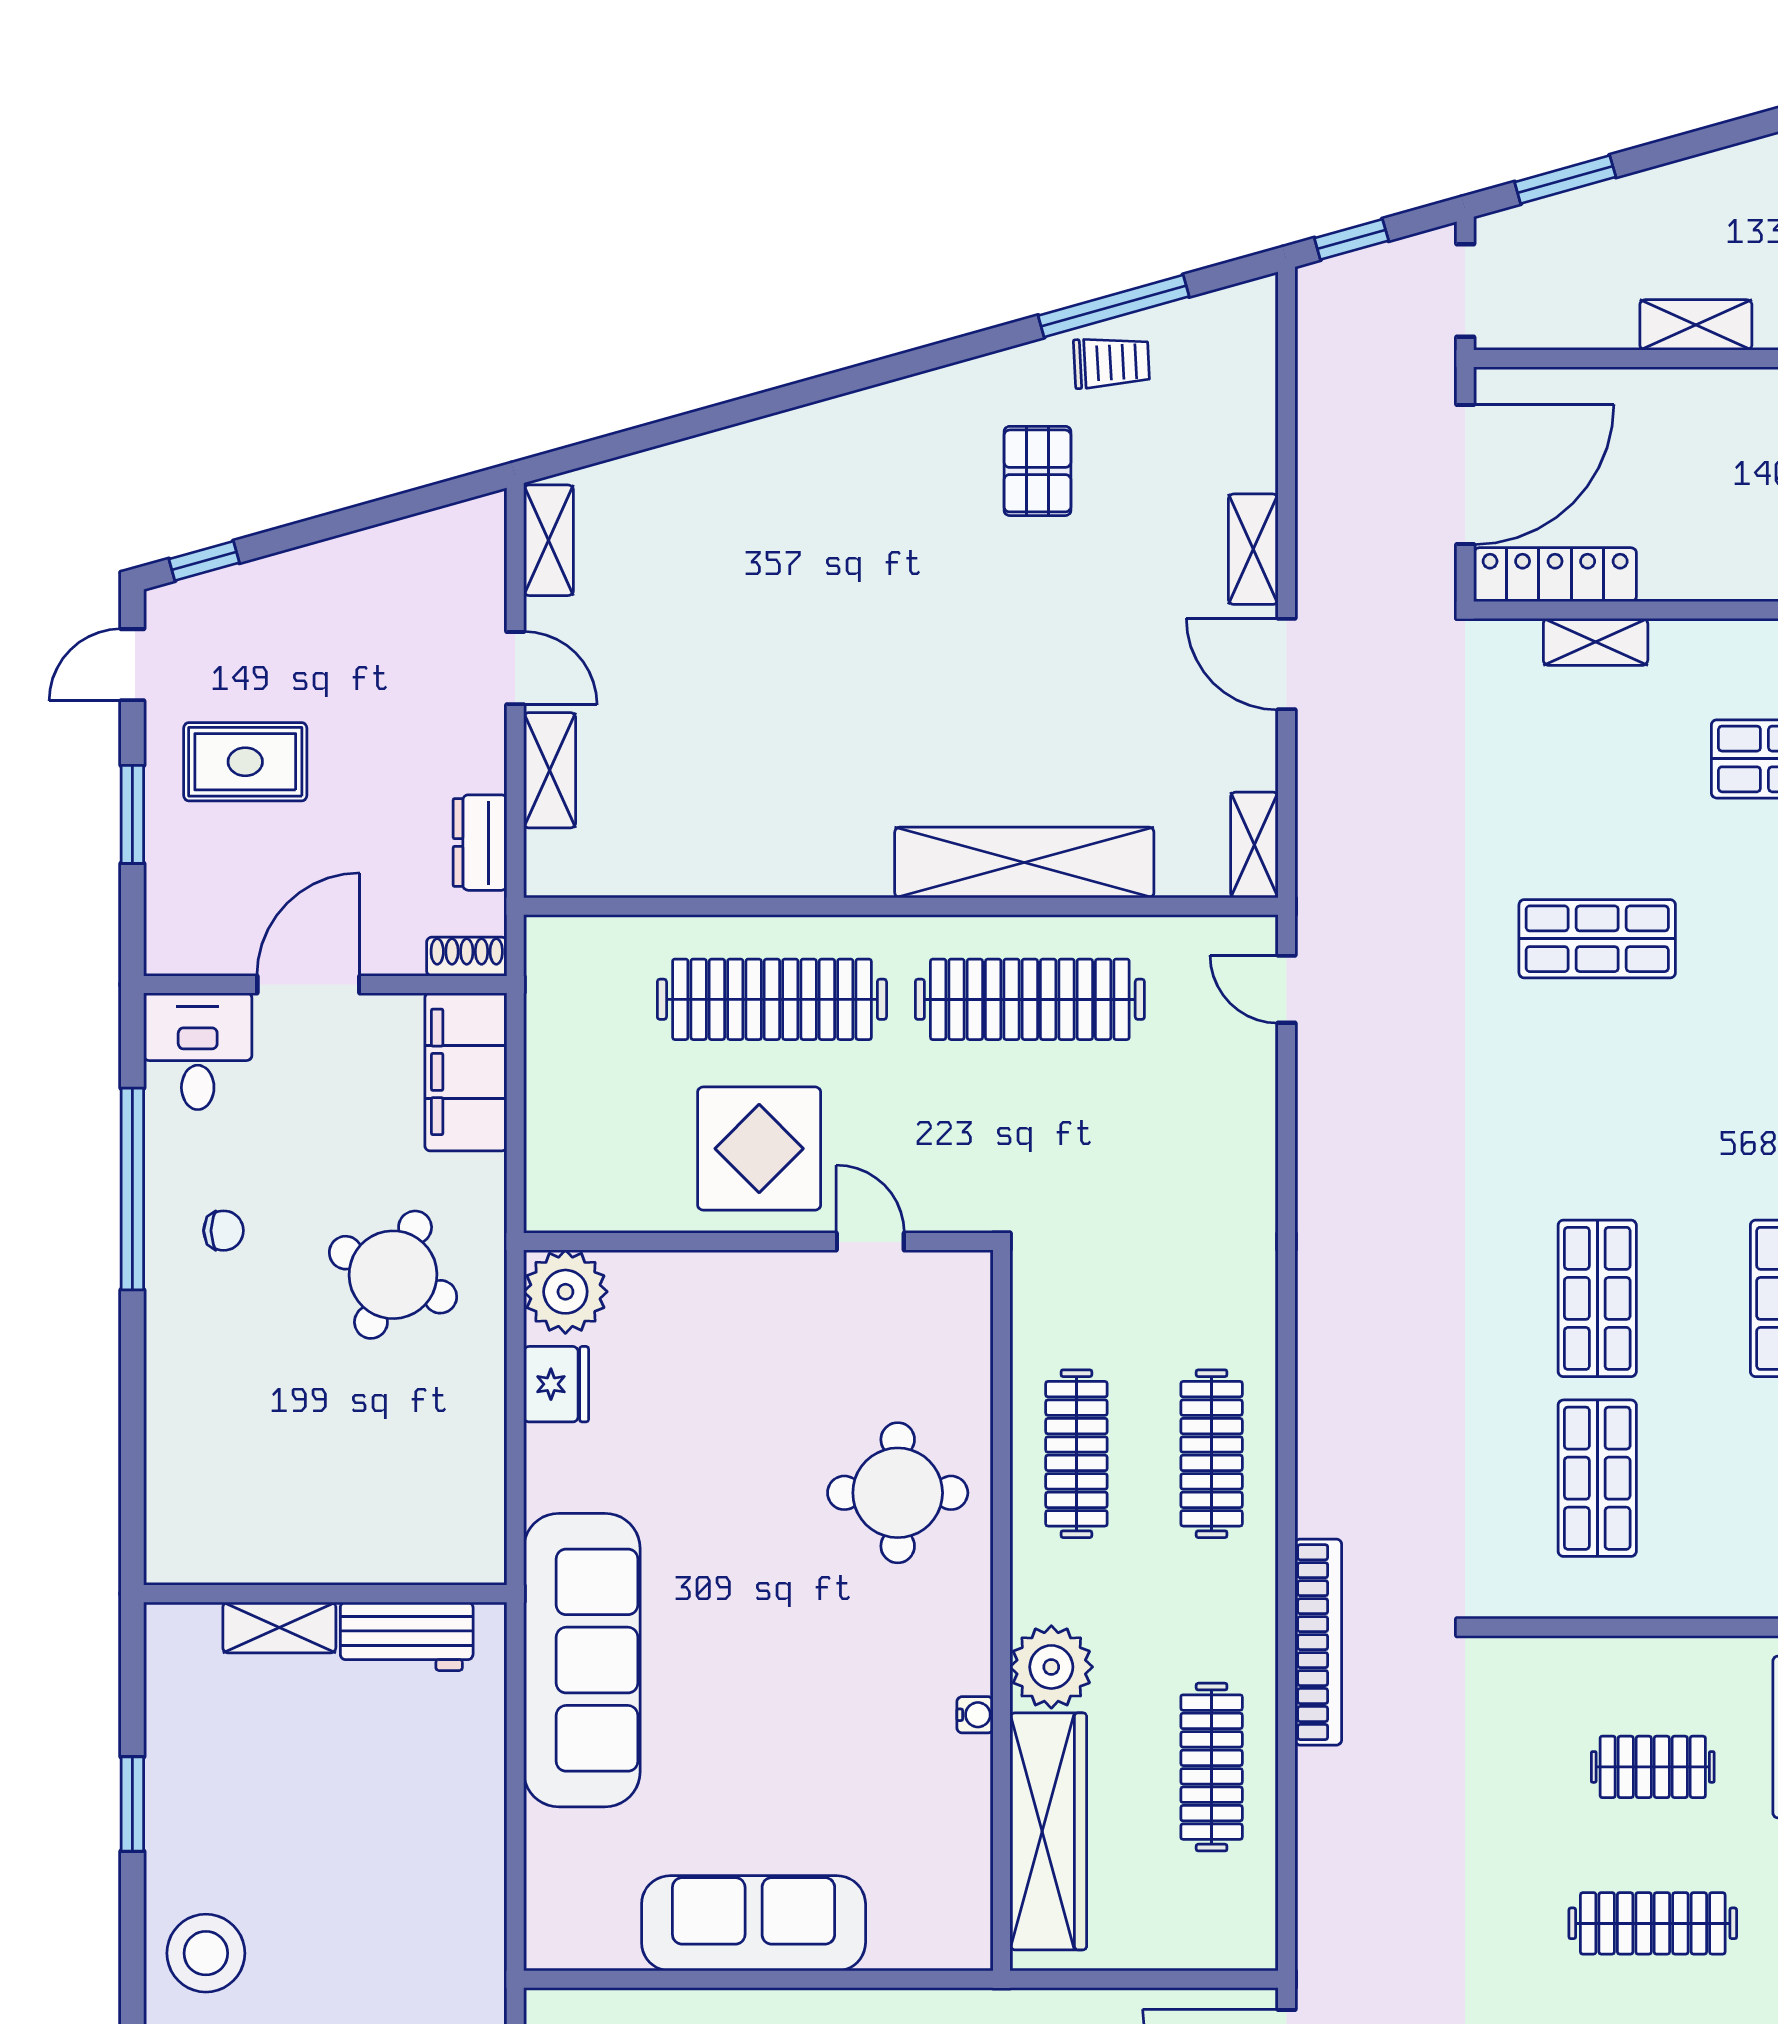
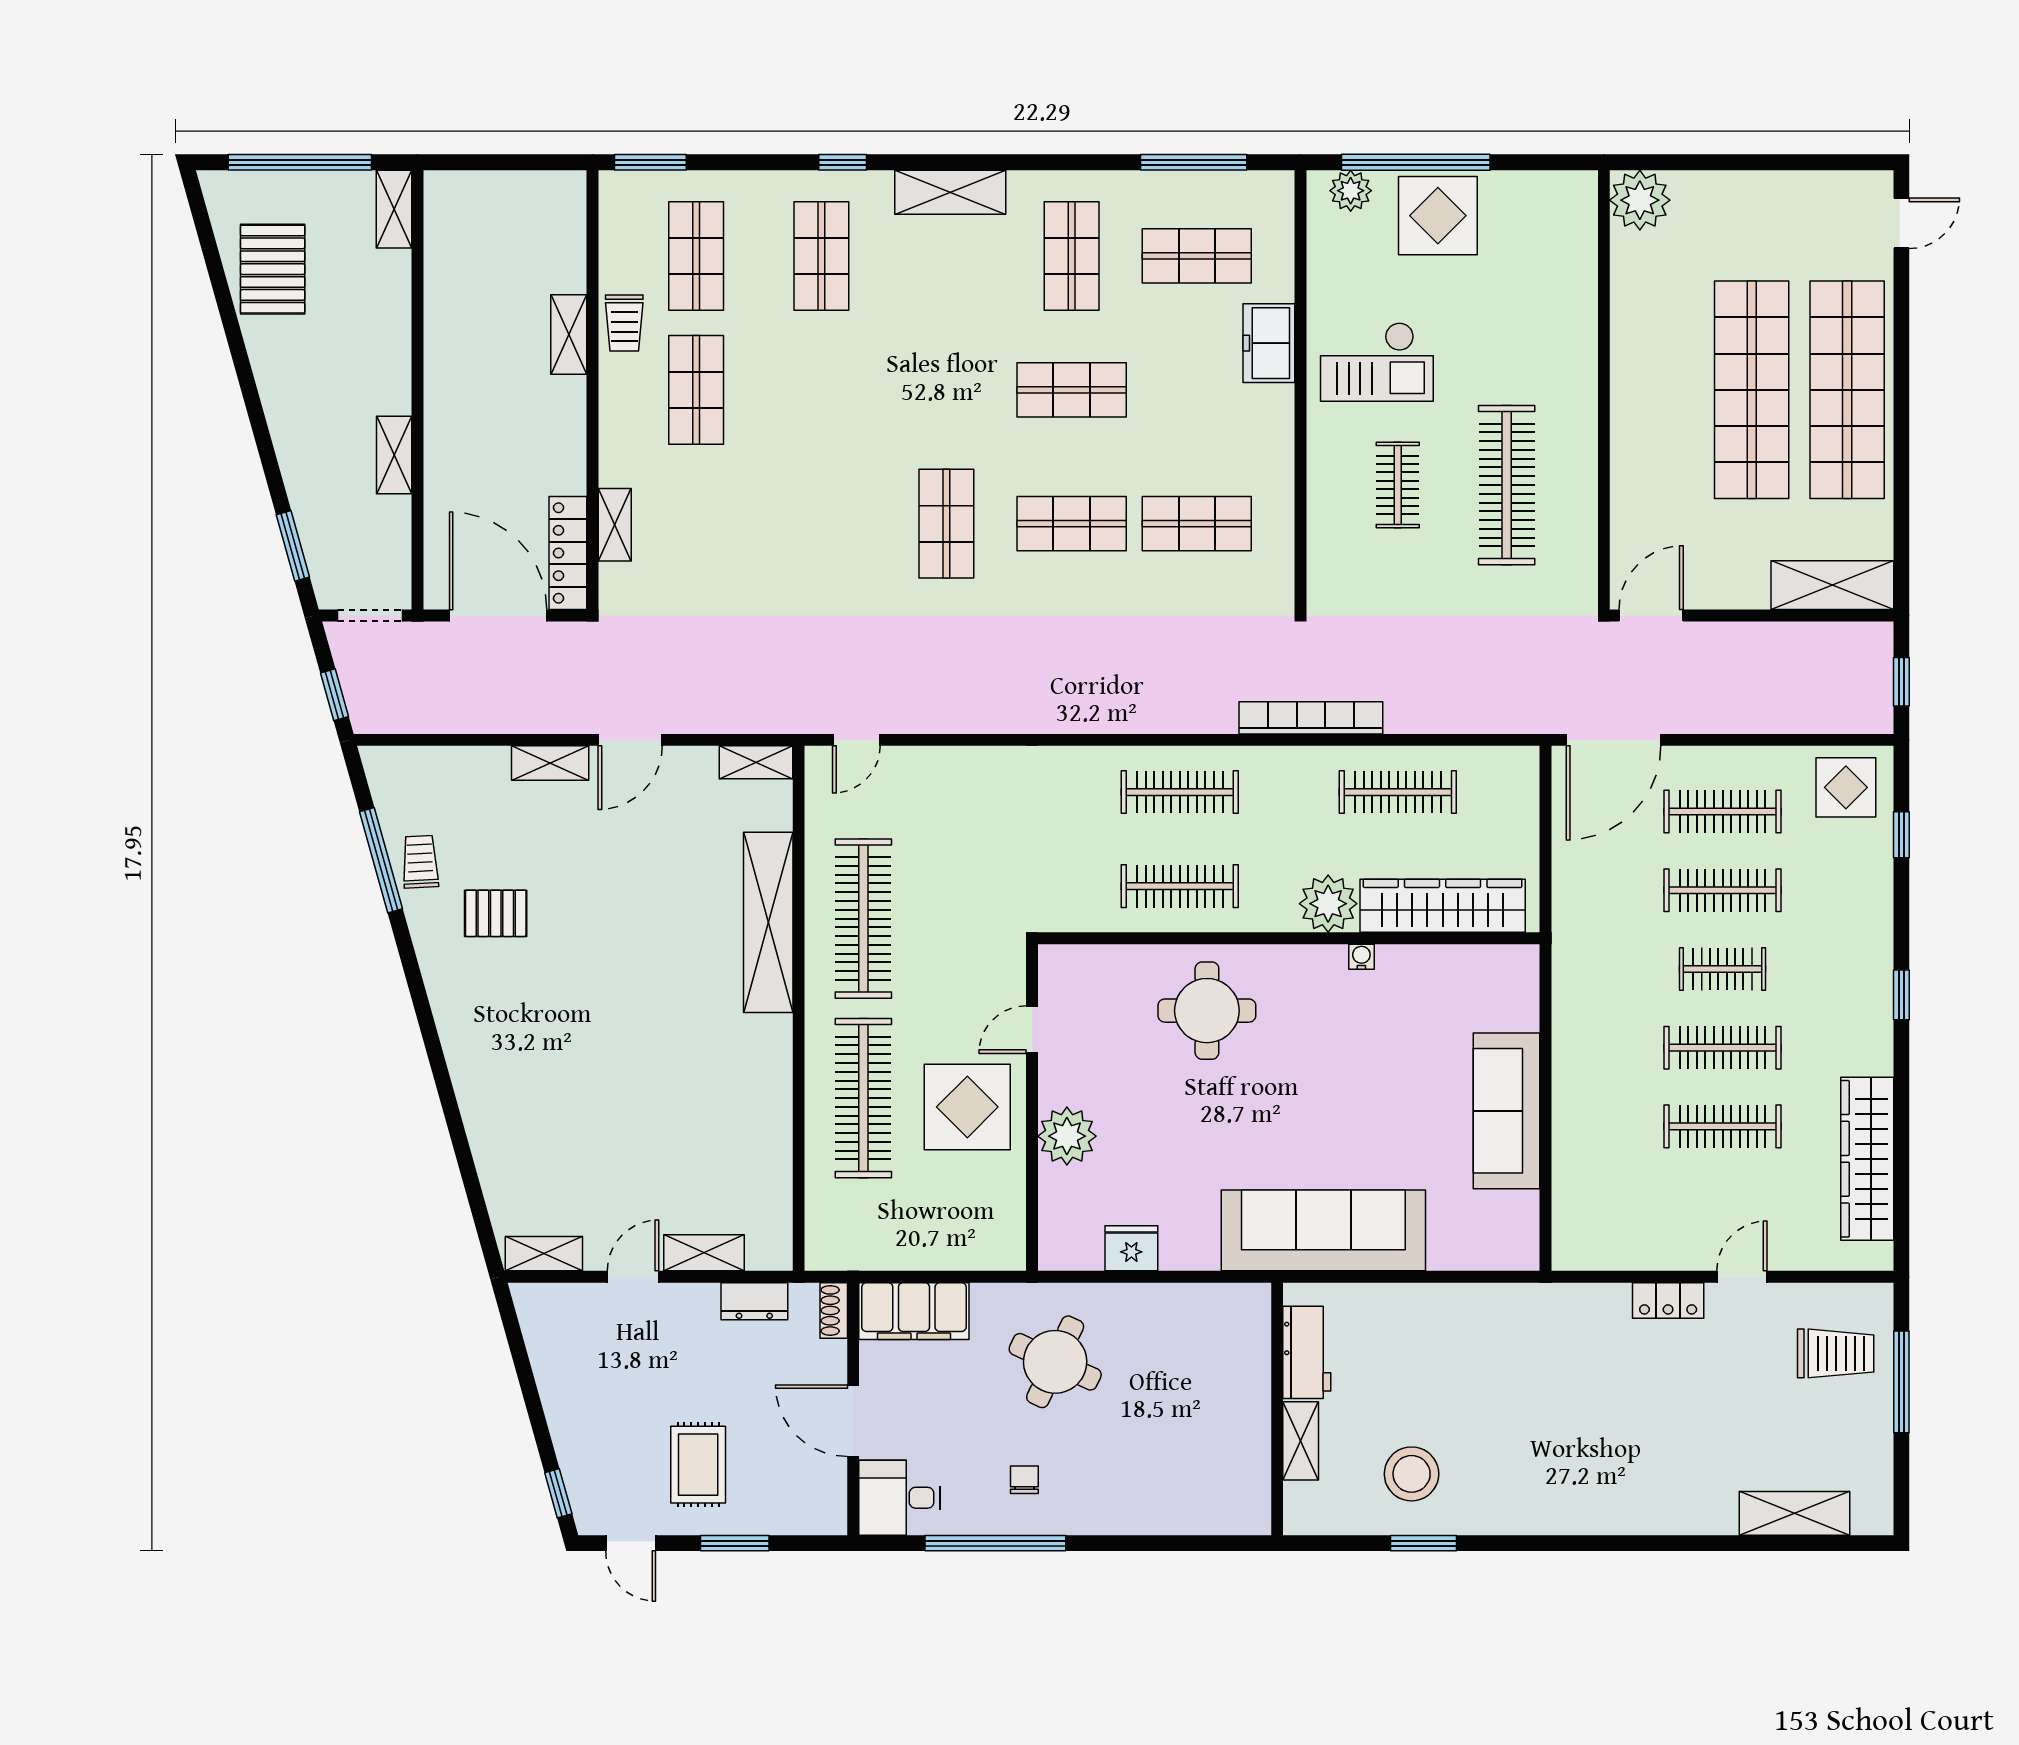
shop shelf: (1597, 939) -> (946, 524), moved
plant: (565, 1292) -> (1067, 1136), moved
clothes rail: (1653, 1923) -> (1507, 485), width x1.37, depth x1.31
stool: (206, 1953) -> (1412, 1474), moved

